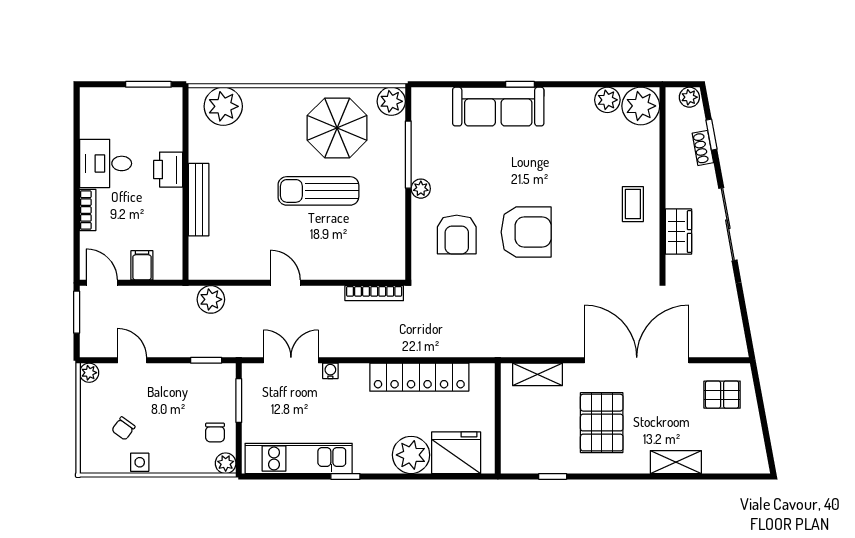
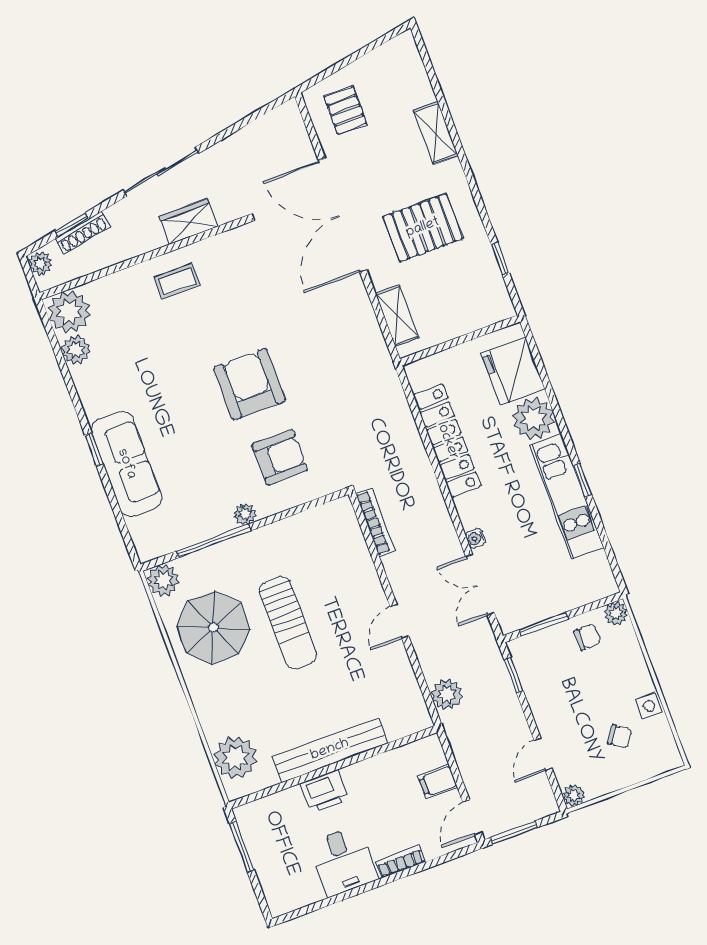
shoe rack: (703, 148) -> (82, 233), width x1.43
bench: (199, 200) -> (330, 750), width x1.37, depth x1.21
kitchen unit: (299, 458) -> (567, 496), moved

